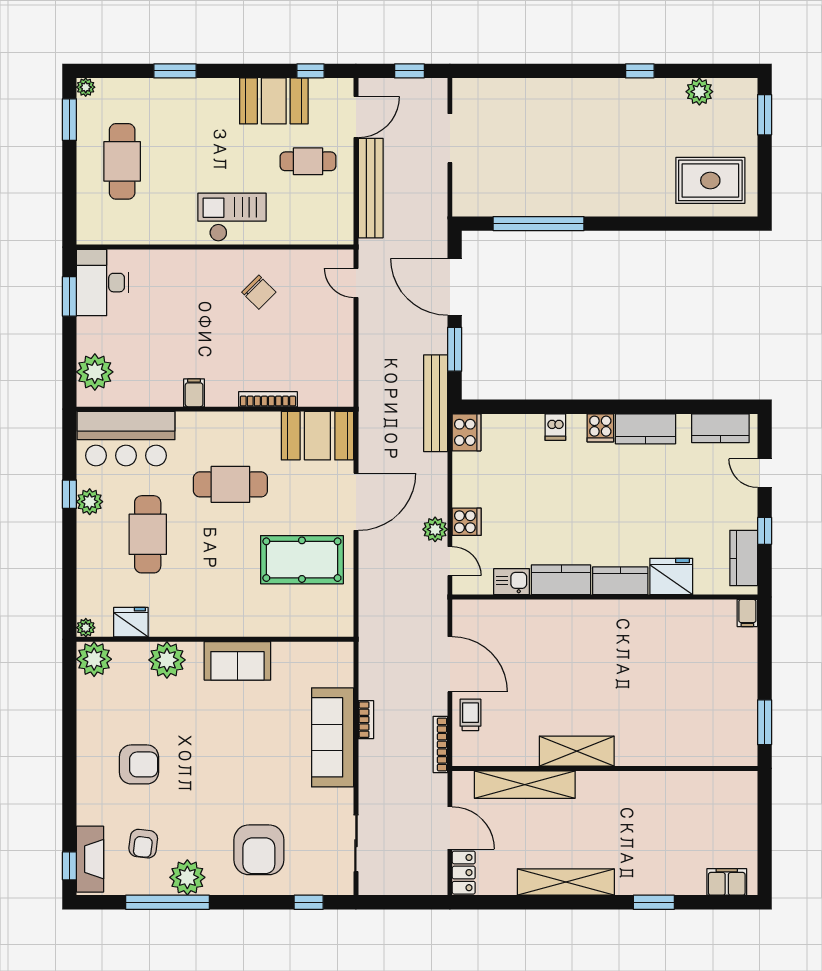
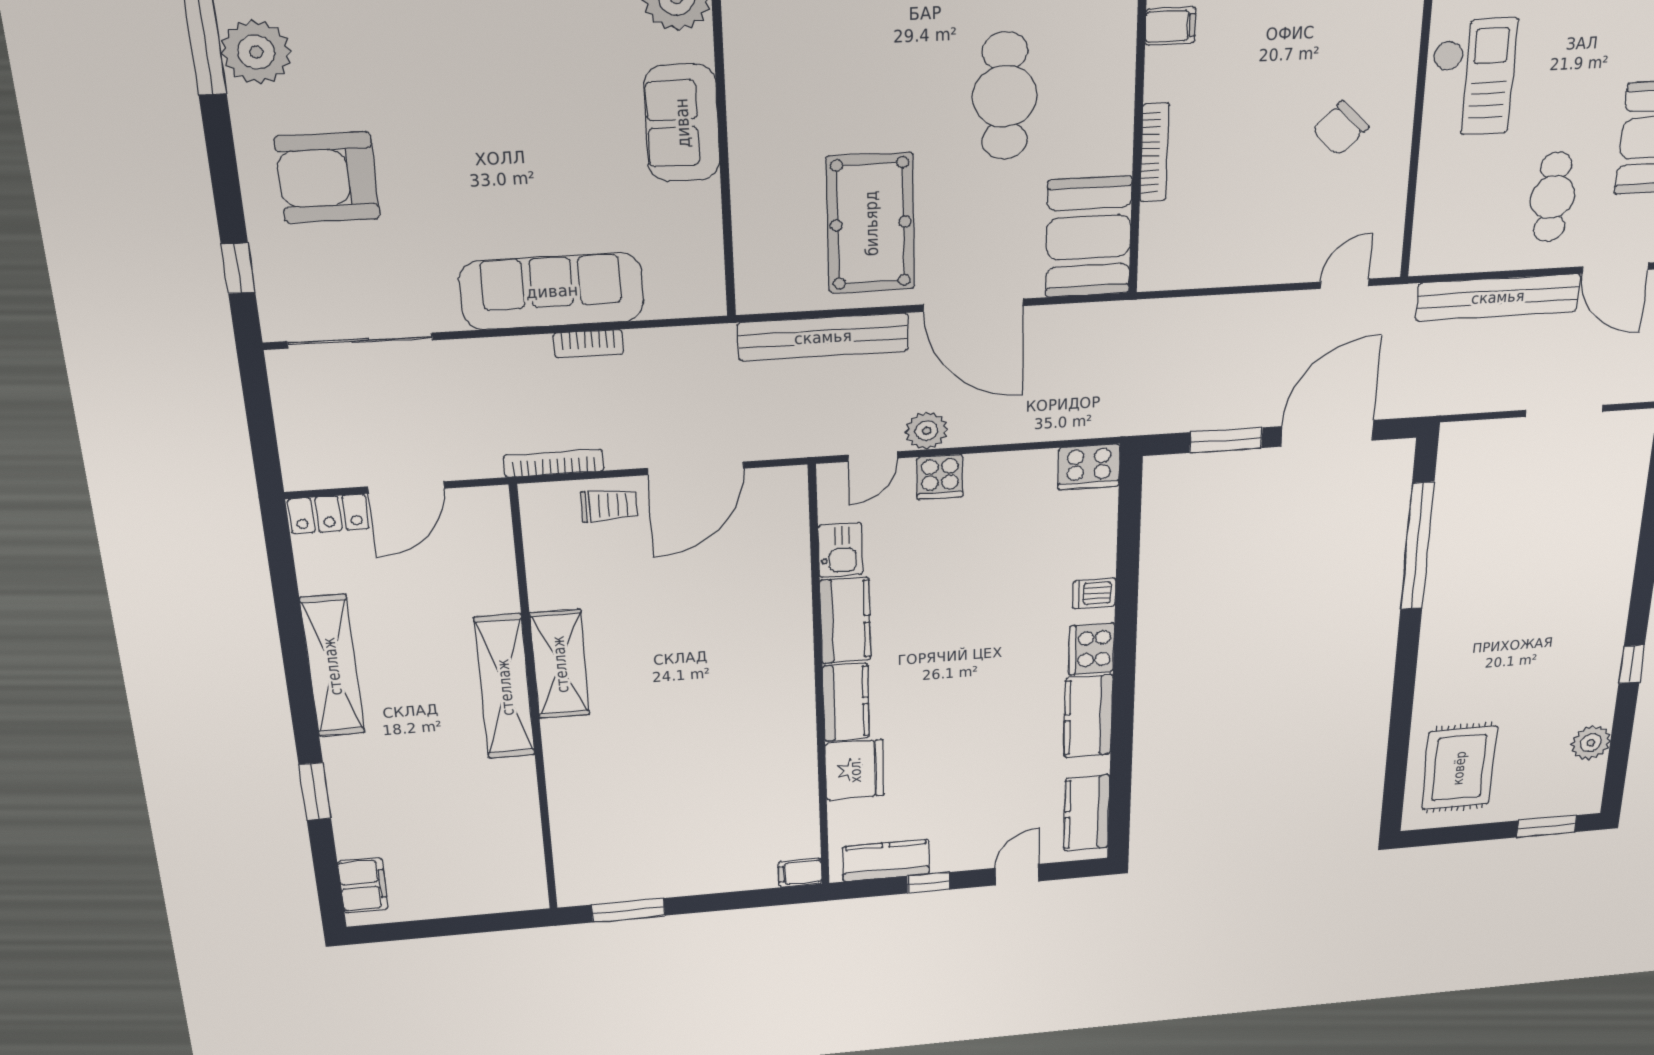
bench: (436, 403) -> (823, 337), moved
cooker: (600, 428) -> (1092, 649), width x1.36
shelving: (525, 785) -> (505, 687), moved
sliding door: (356, 843) -> (360, 341), width x1.37

